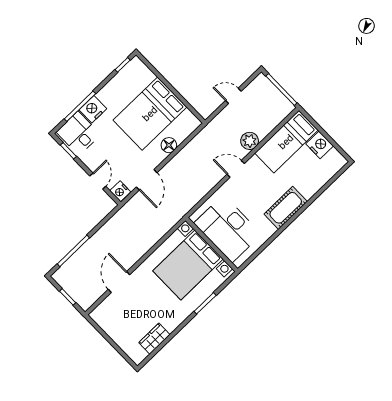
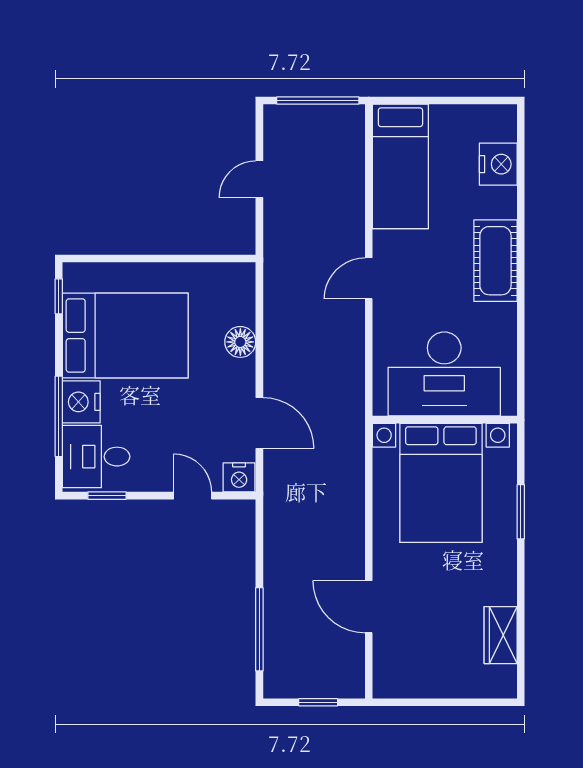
bed: (150, 114) -> (125, 335), moved, turned -90
plant: (250, 141) -> (348, 219), removed
nightstand: (320, 145) -> (498, 164), moved, turned 90

